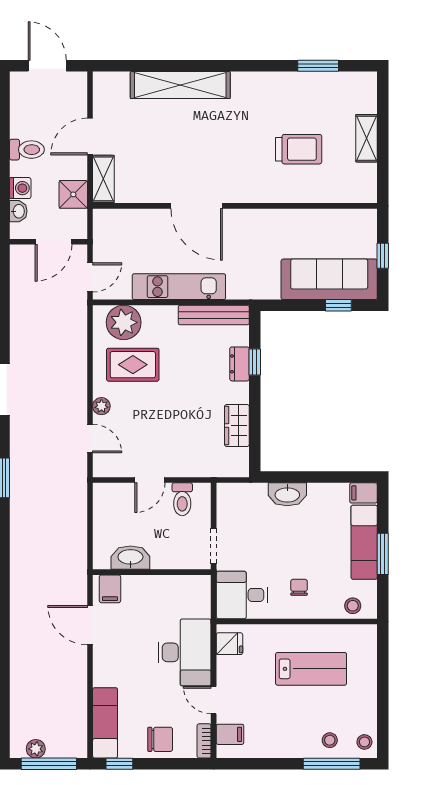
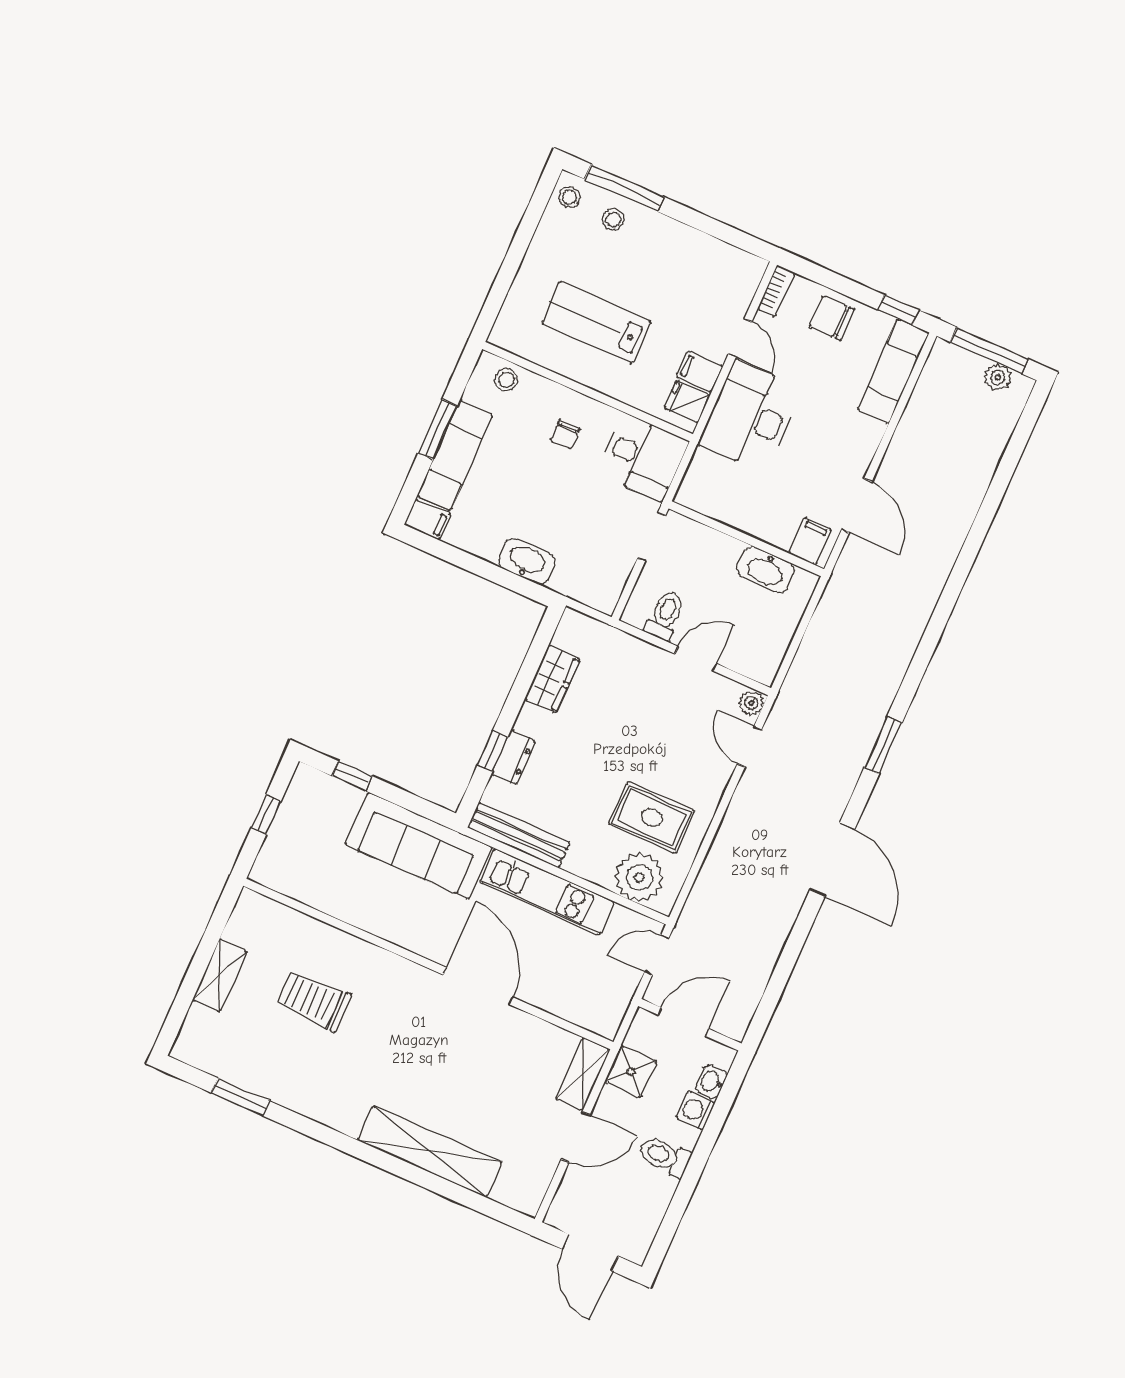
sofa: (329, 279) -> (419, 846), moved
plant: (101, 406) -> (751, 703), moved
filing cabinet: (230, 734) -> (700, 372), moved

